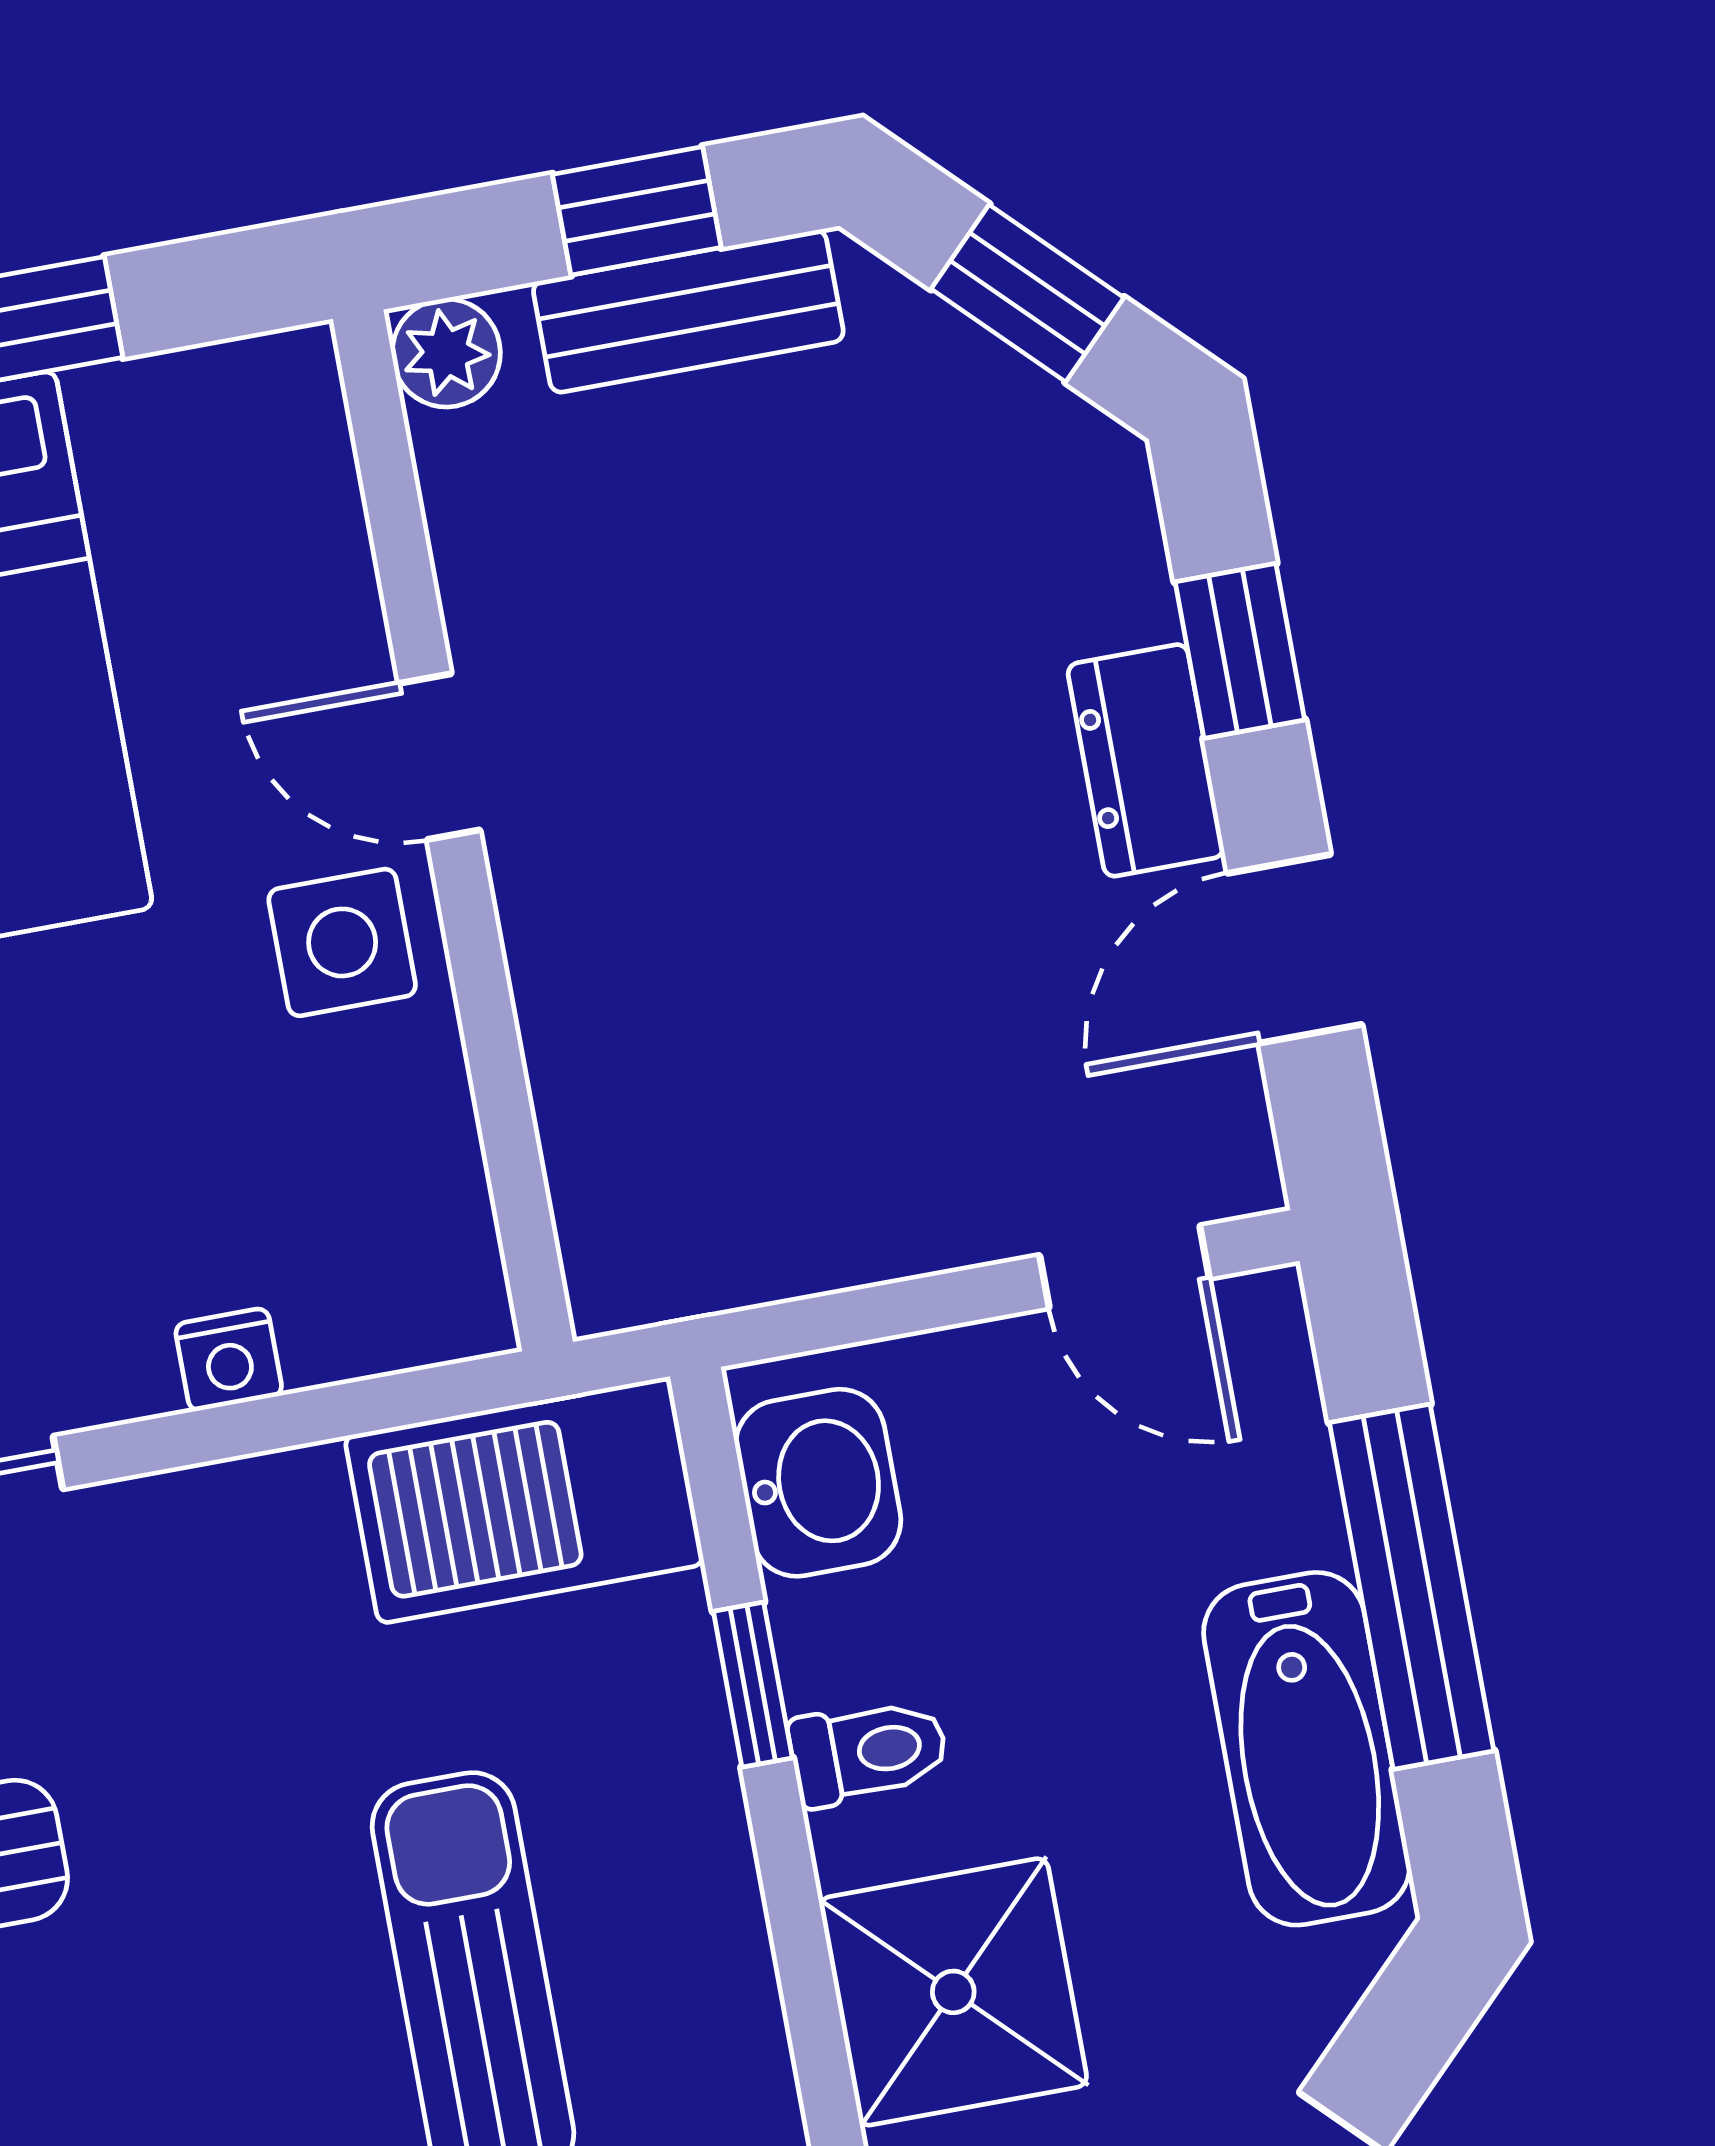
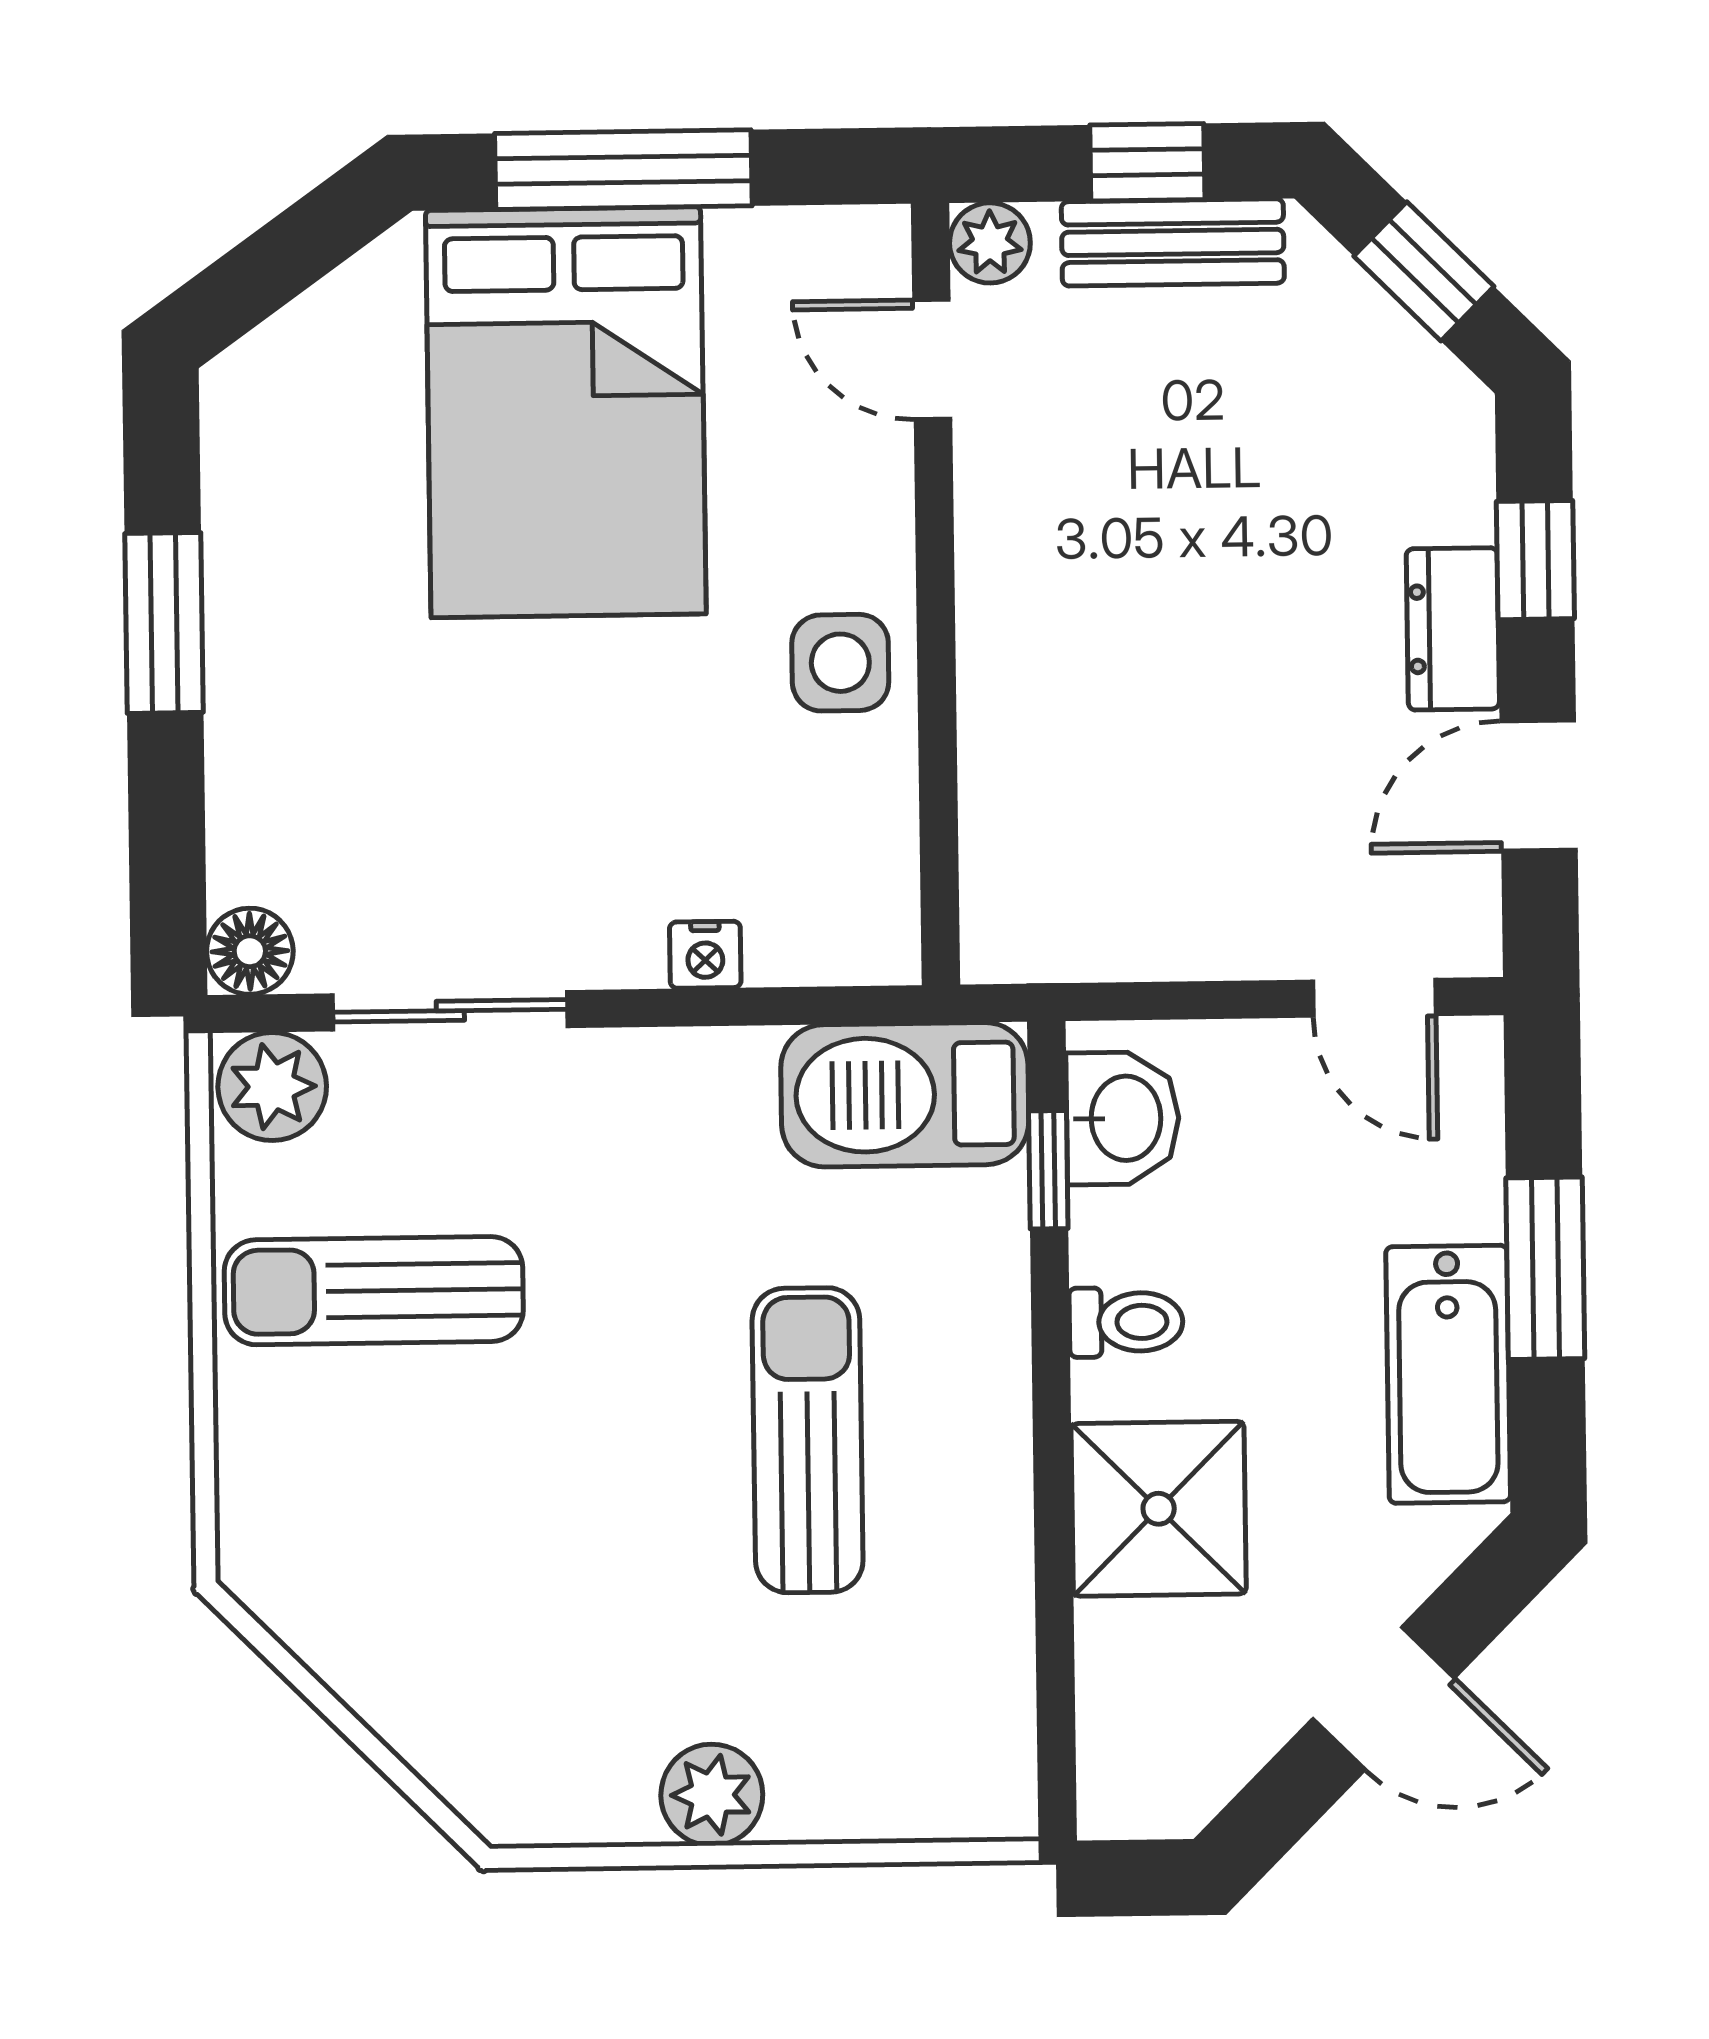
door: (439, 757) -> (932, 359), moved
window: (1412, 1587) -> (1545, 1268), width x0.69
window: (753, 1685) -> (1048, 1170), moved

